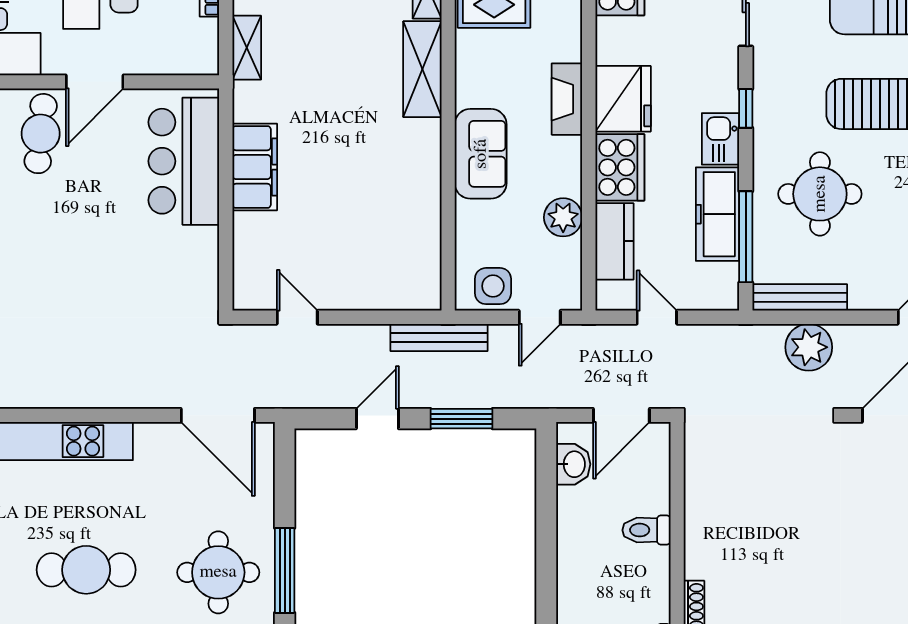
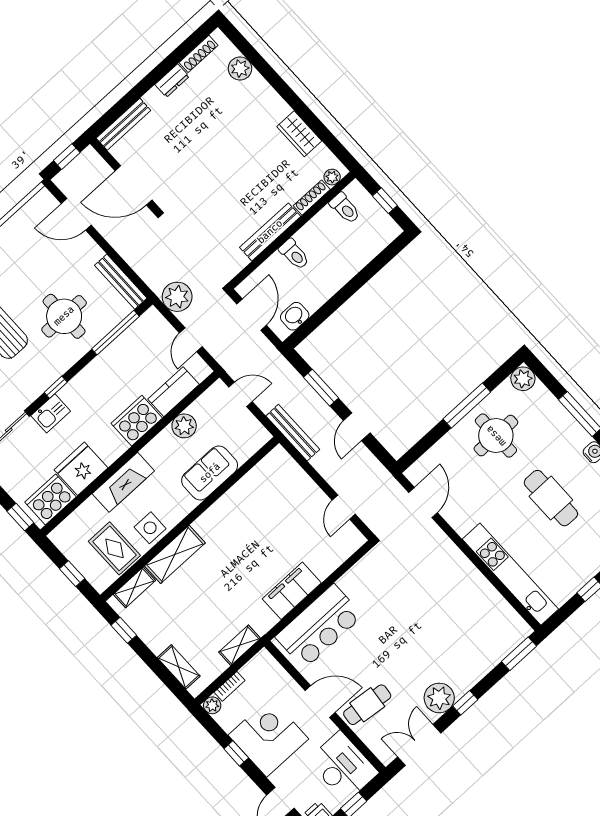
fireplace: (567, 99) -> (123, 482), width x1.37, depth x1.32
fridge: (623, 99) -> (81, 469), moved
kitchen sink: (721, 139) -> (51, 413), moved
sofa: (481, 154) -> (210, 473), moved
freezer: (717, 214) -> (117, 355), removed
side table: (493, 286) -> (150, 528), moved
plant: (809, 347) -> (177, 297), moved
door: (218, 415) -> (423, 502), width x0.73
door: (621, 415) -> (252, 315), hinge flipped
door: (377, 419) -> (357, 427), hinge flipped
bench: (698, 526) -> (270, 232), added

